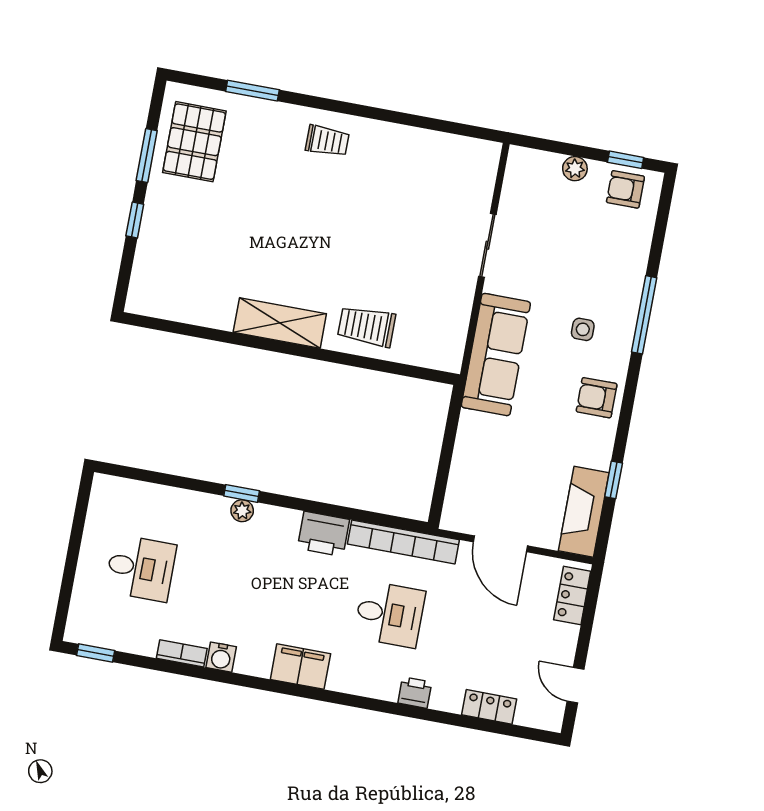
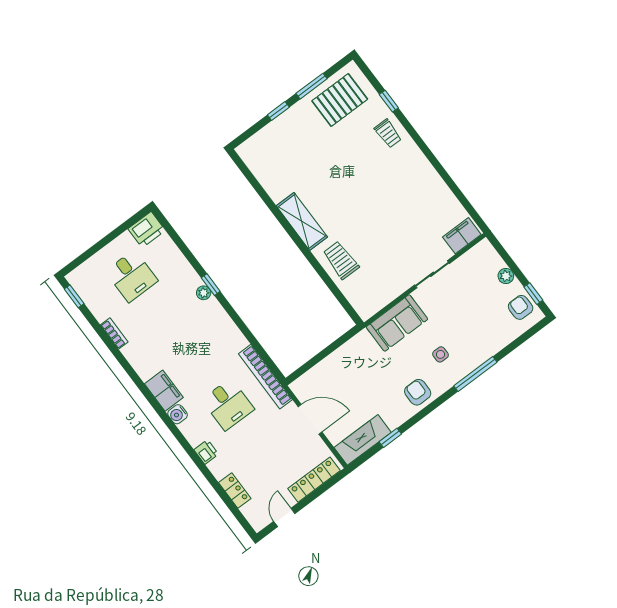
window: (252, 91) -> (389, 101), width x0.67
trolley: (327, 141) -> (388, 133), moved
filing cabinet: (481, 169) -> (462, 236), added
sofa: (496, 355) -> (397, 323), width x0.73
printer: (323, 534) -> (147, 230), moved, turned -90
door: (500, 544) -> (310, 419), swing flipped
locker: (572, 596) -> (314, 480), width x1.53
water cooler: (221, 657) -> (178, 414), moved

